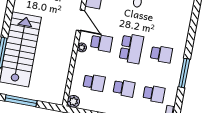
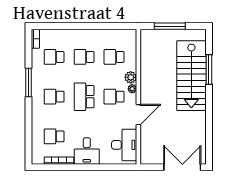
school desk: (169, 14) -> (54, 136), added
door: (80, 20) -> (138, 115), swing flipped
window: (21, 101) -> (170, 26), moved
plant: (73, 101) -> (131, 77), moved

